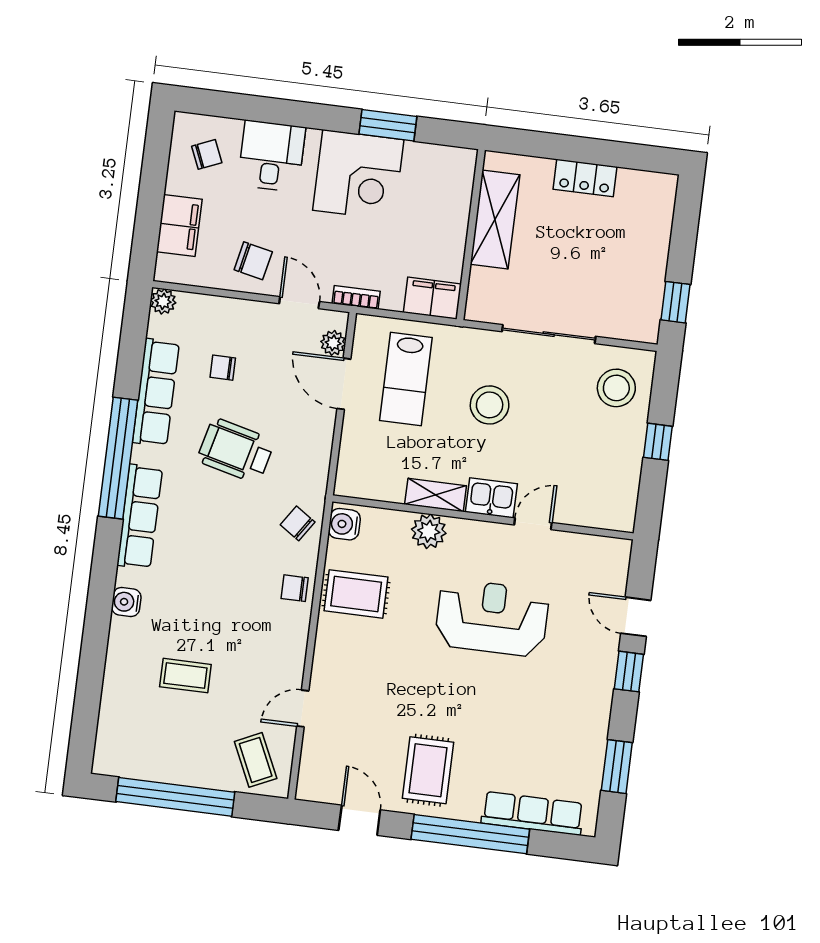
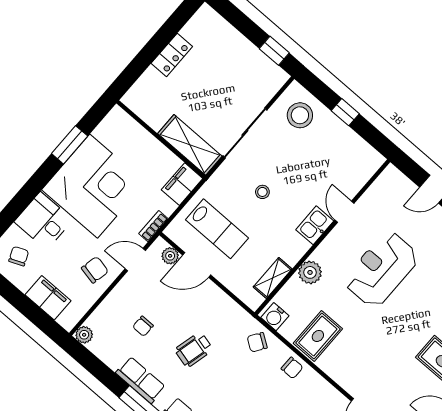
corner desk: (358, 175) -> (94, 186), width x1.36, depth x1.36
shelving: (495, 219) -> (190, 145), moved
row of seats: (156, 392) -> (141, 380), width x0.68
stool: (490, 405) -> (262, 192), width x0.53, depth x0.53
wheelchair: (236, 451) -> (194, 350), width x0.73, depth x0.73
shelving: (436, 495) -> (273, 278), moved
chair: (295, 588) -> (292, 368), turned -90

